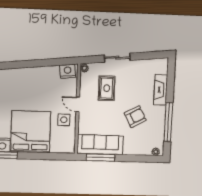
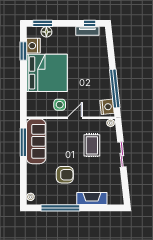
window: (49, 63) -> (115, 89), added
rug: (107, 88) -> (92, 145), turned 90
armchair: (135, 117) -> (65, 175), turned -62

